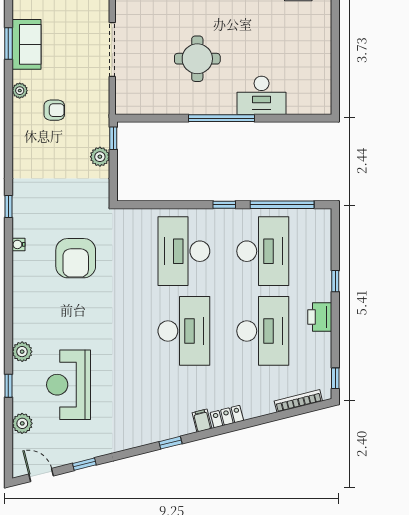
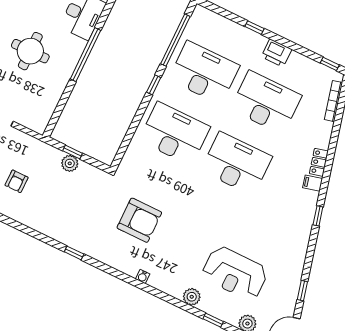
armchair: (54, 110) -> (17, 181), turned 180
window: (113, 138) -> (73, 152), moved
water cooler: (18, 244) -> (143, 277), moved
desk: (184, 251) -> (174, 134), turned 180

